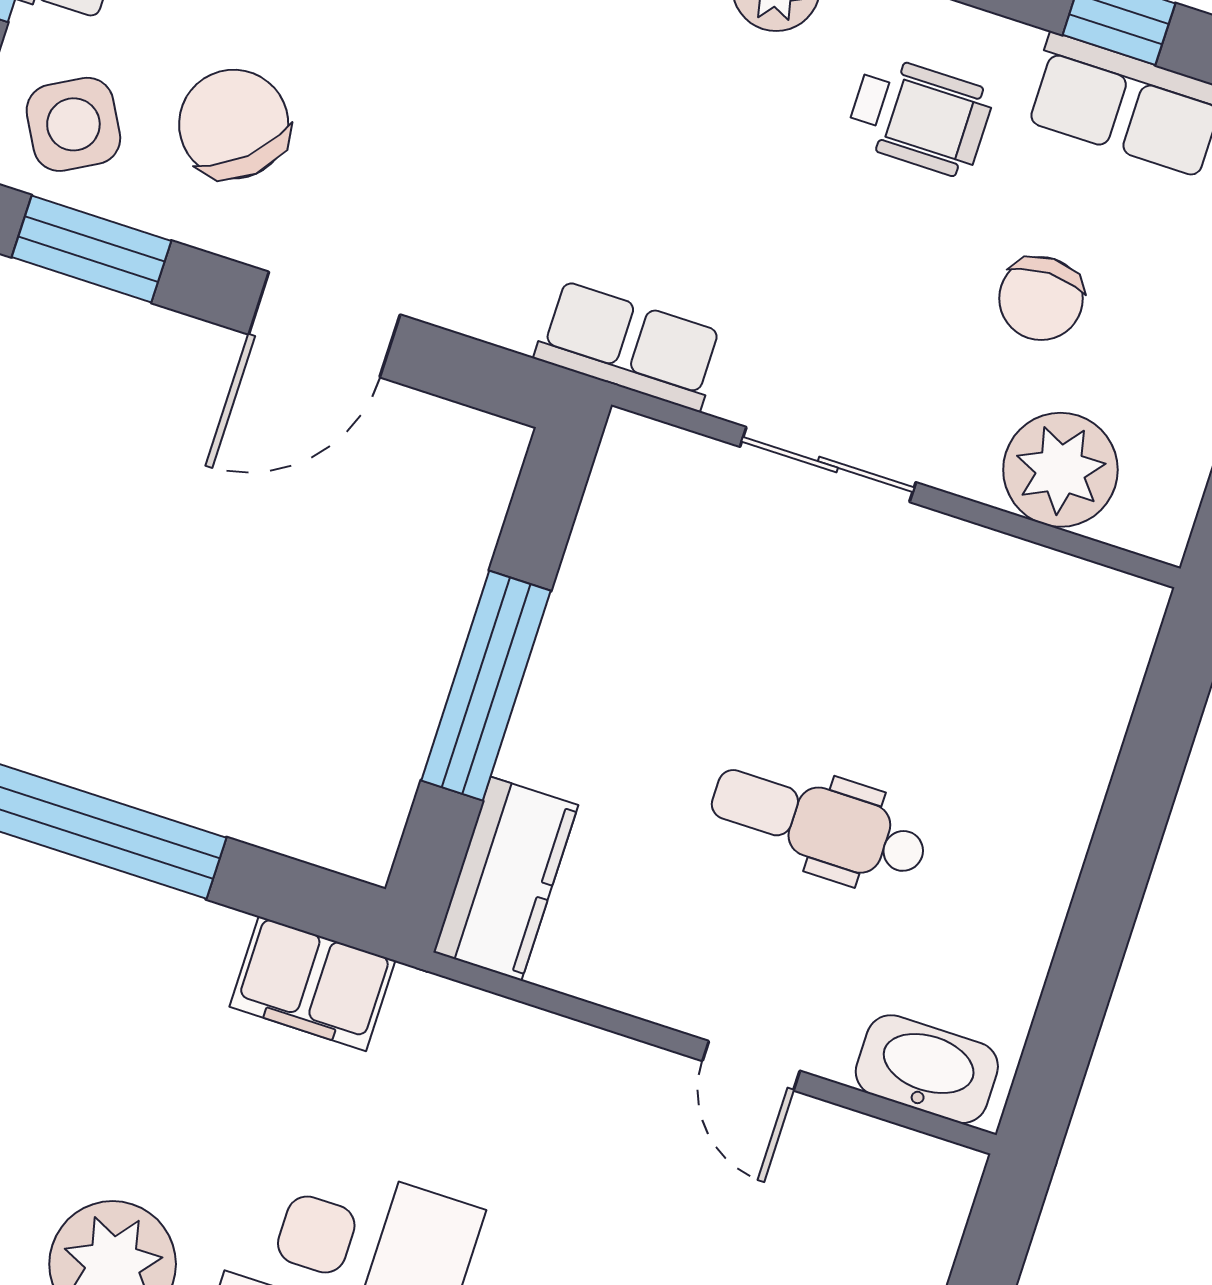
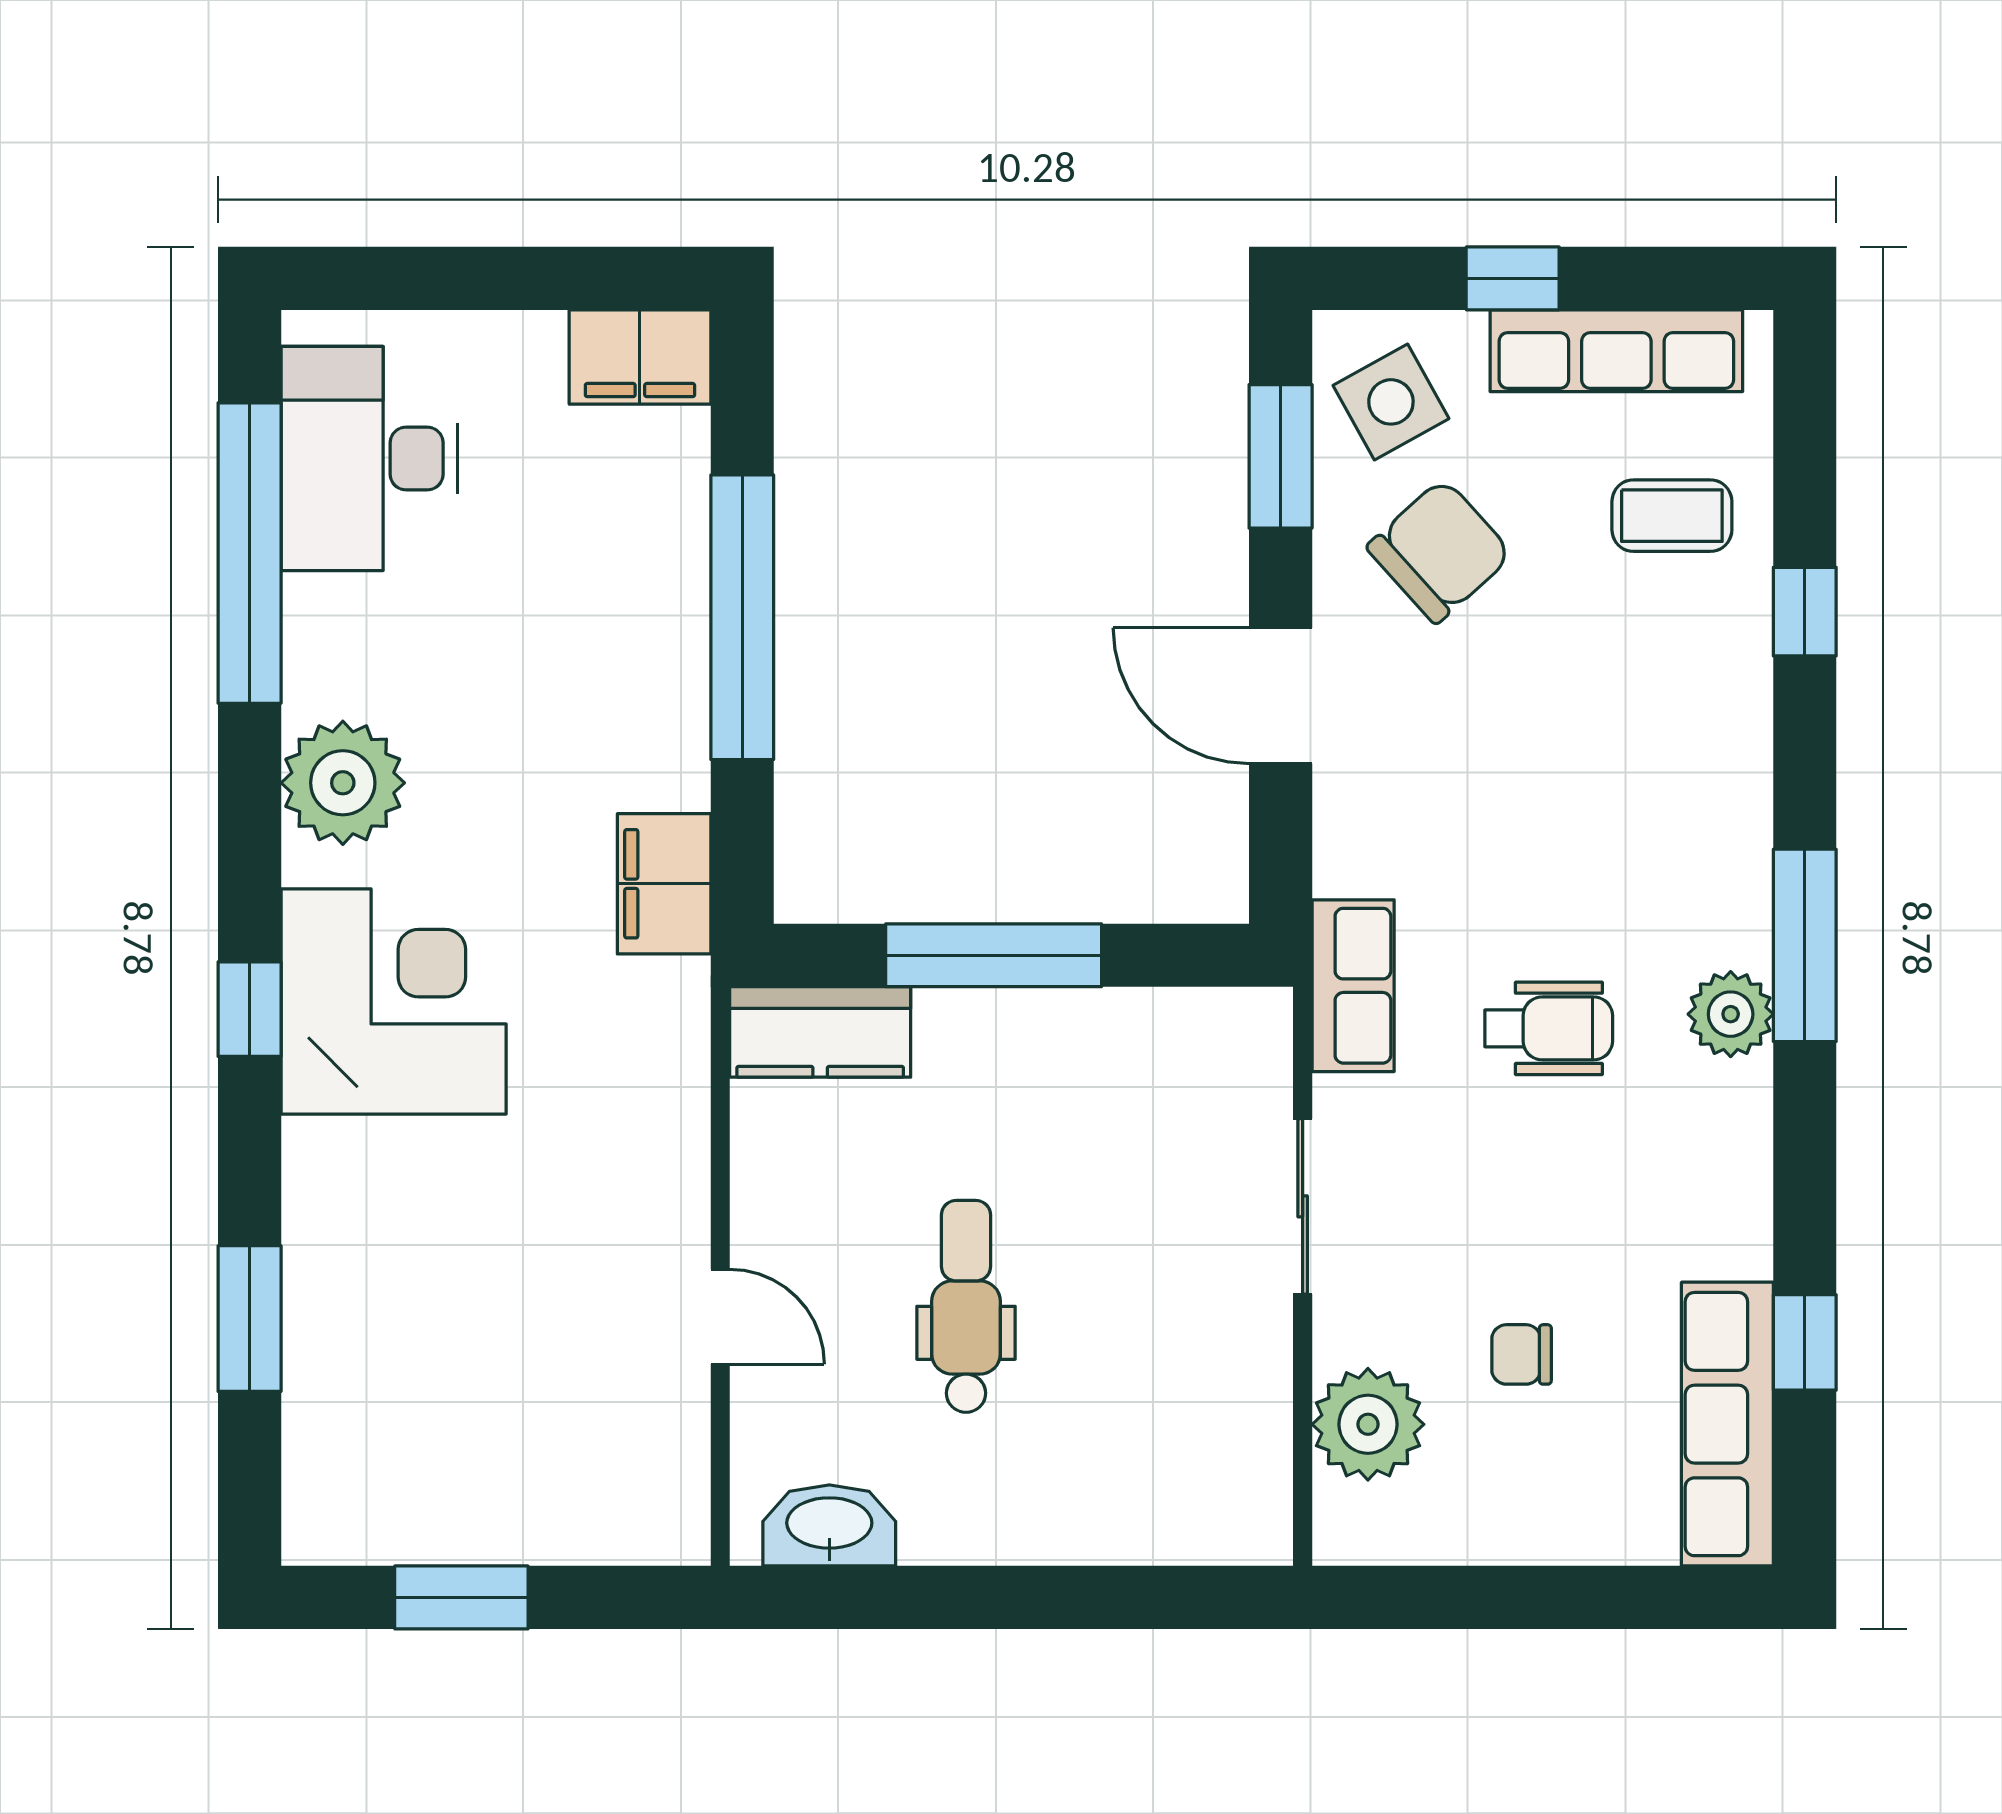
wheelchair: (920, 116) -> (1549, 1028), moved, turned -90
chair: (1041, 298) -> (1522, 1354), width x0.73, depth x0.73
door: (751, 1066) -> (720, 1317), swing flipped
washbasin: (927, 1069) -> (829, 1525), moved, turned -90

